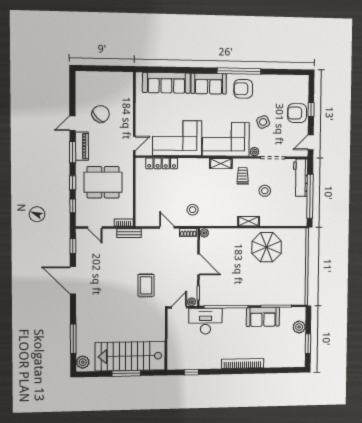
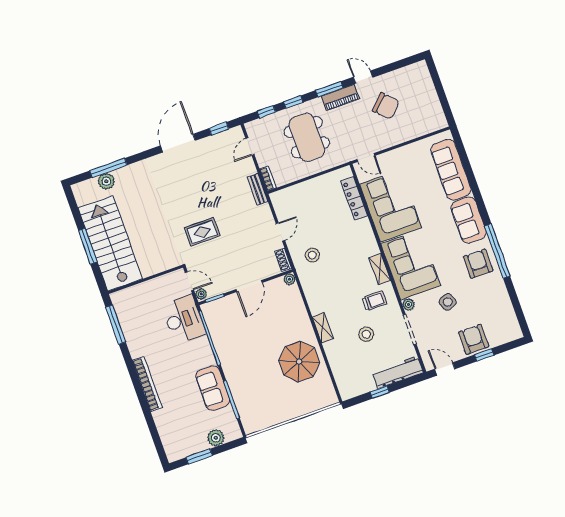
window: (310, 196) -> (380, 392), width x0.32
plant: (83, 362) -> (106, 181), moved
window: (191, 372) -> (116, 325), width x2.17

